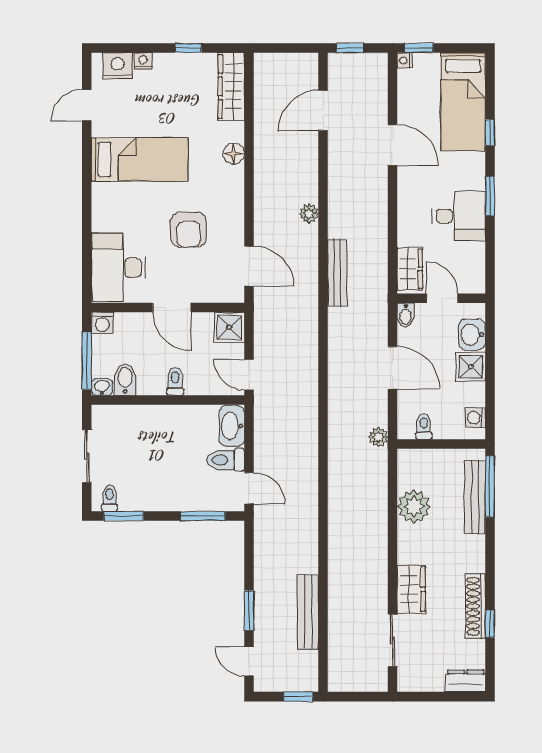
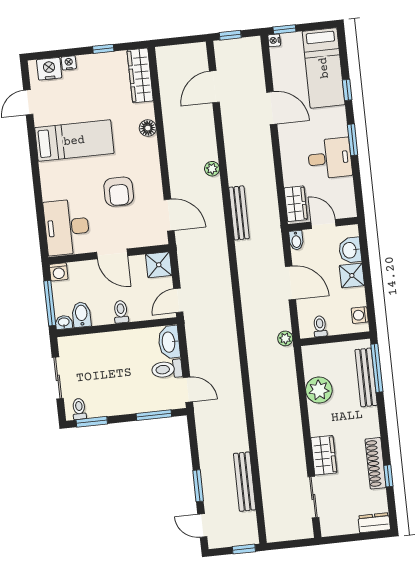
door: (249, 375) -> (178, 300), hinge flipped

